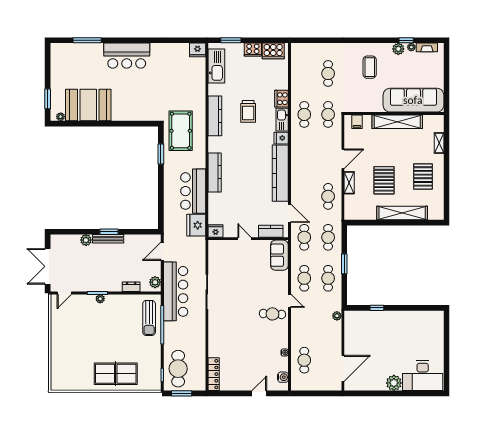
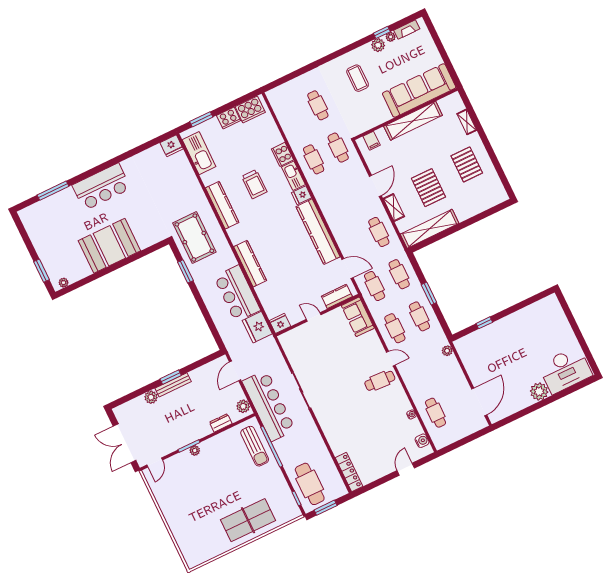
booth: (88, 105) -> (109, 246), moved
shelving: (402, 213) -> (430, 229), moved

